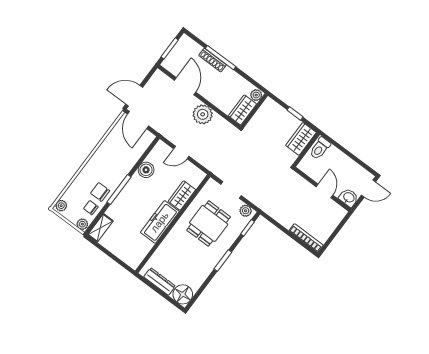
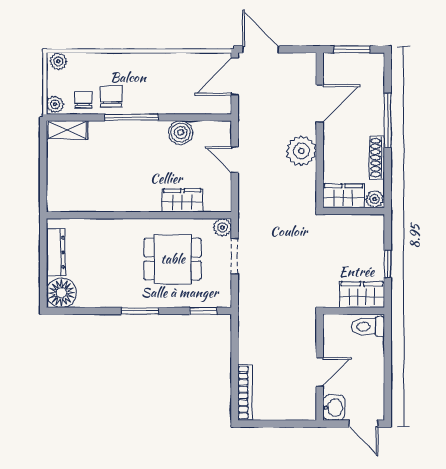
shoe rack: (213, 60) -> (377, 158), moved
plant: (246, 211) -> (222, 227), moved
freezer: (160, 222) -> (129, 198), removed

